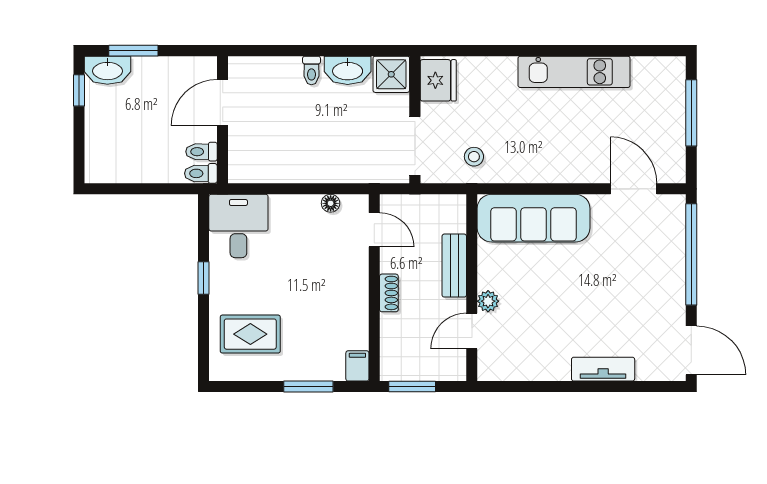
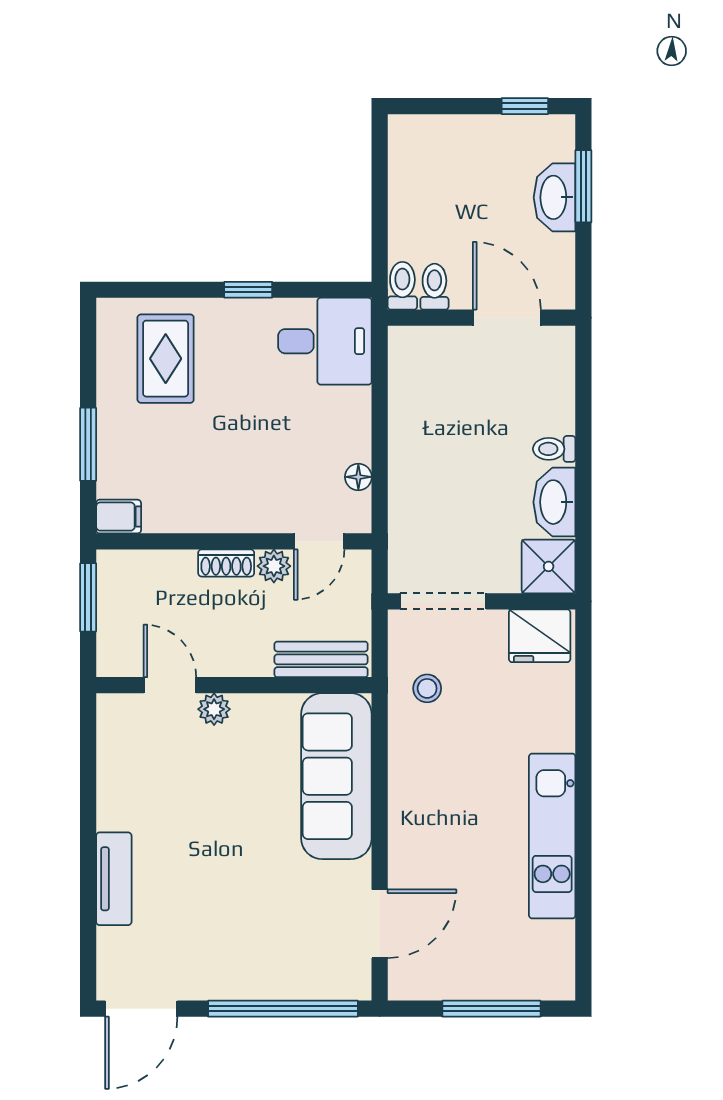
washbasin: (107, 70) -> (555, 197), moved
plant: (391, 261) -> (274, 566), added
bench: (454, 266) -> (321, 659), moved

